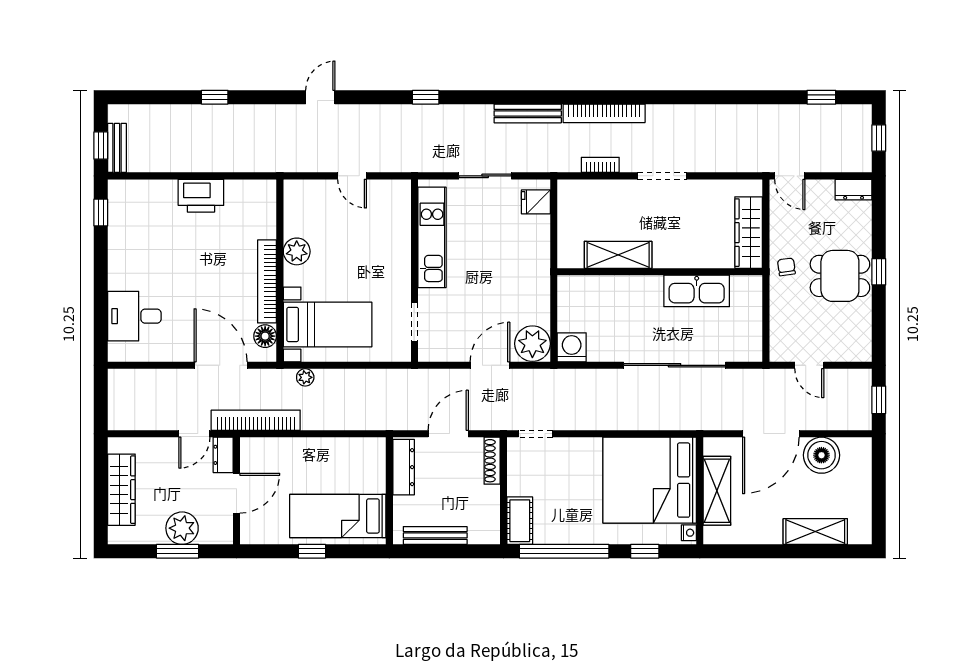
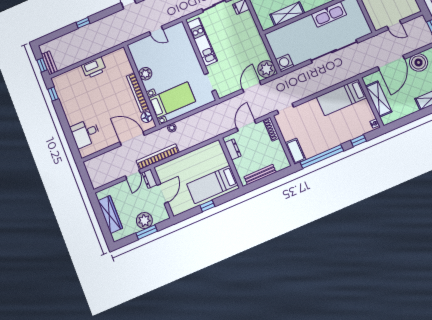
dresser: (404, 467) -> (233, 149), width x0.70
bed: (650, 480) -> (342, 97), width x0.49

